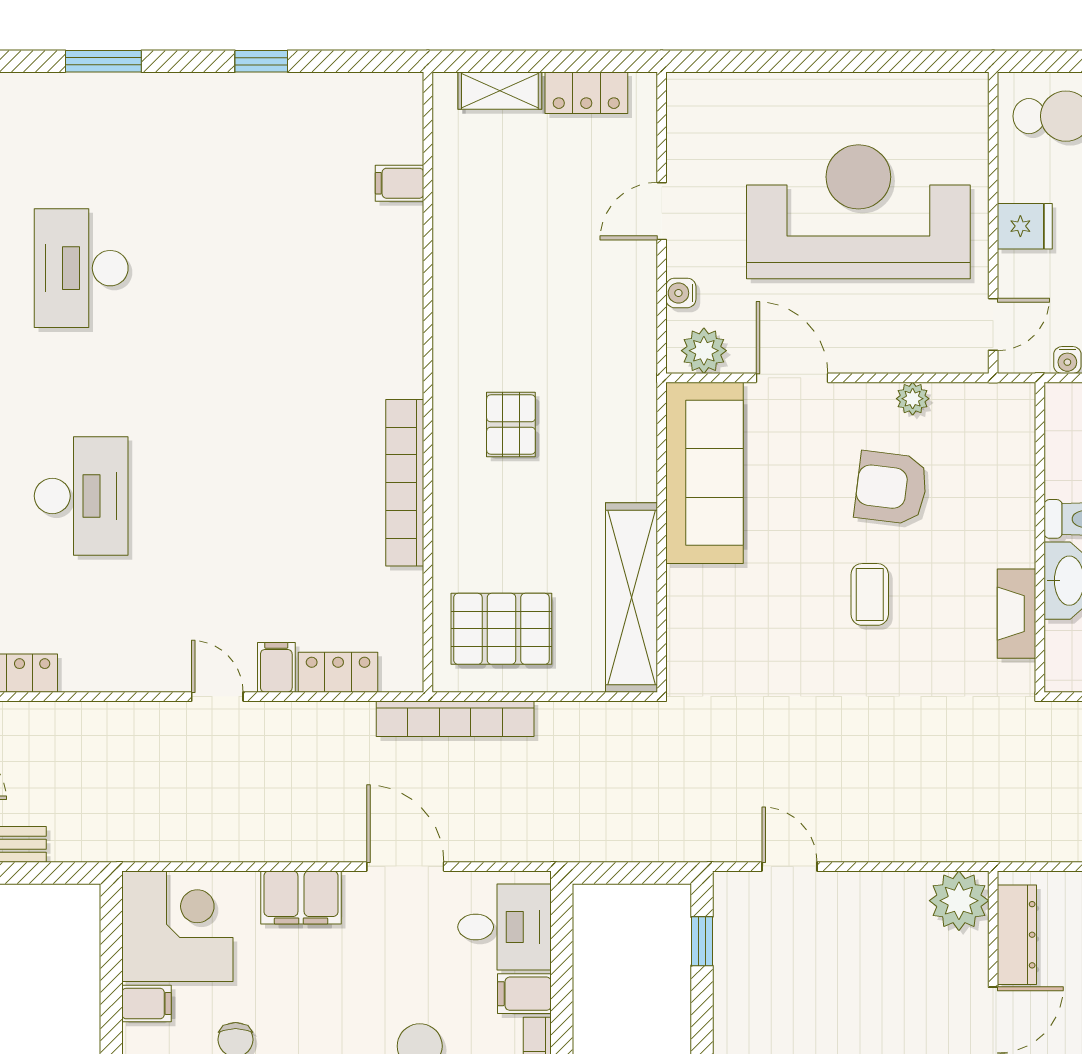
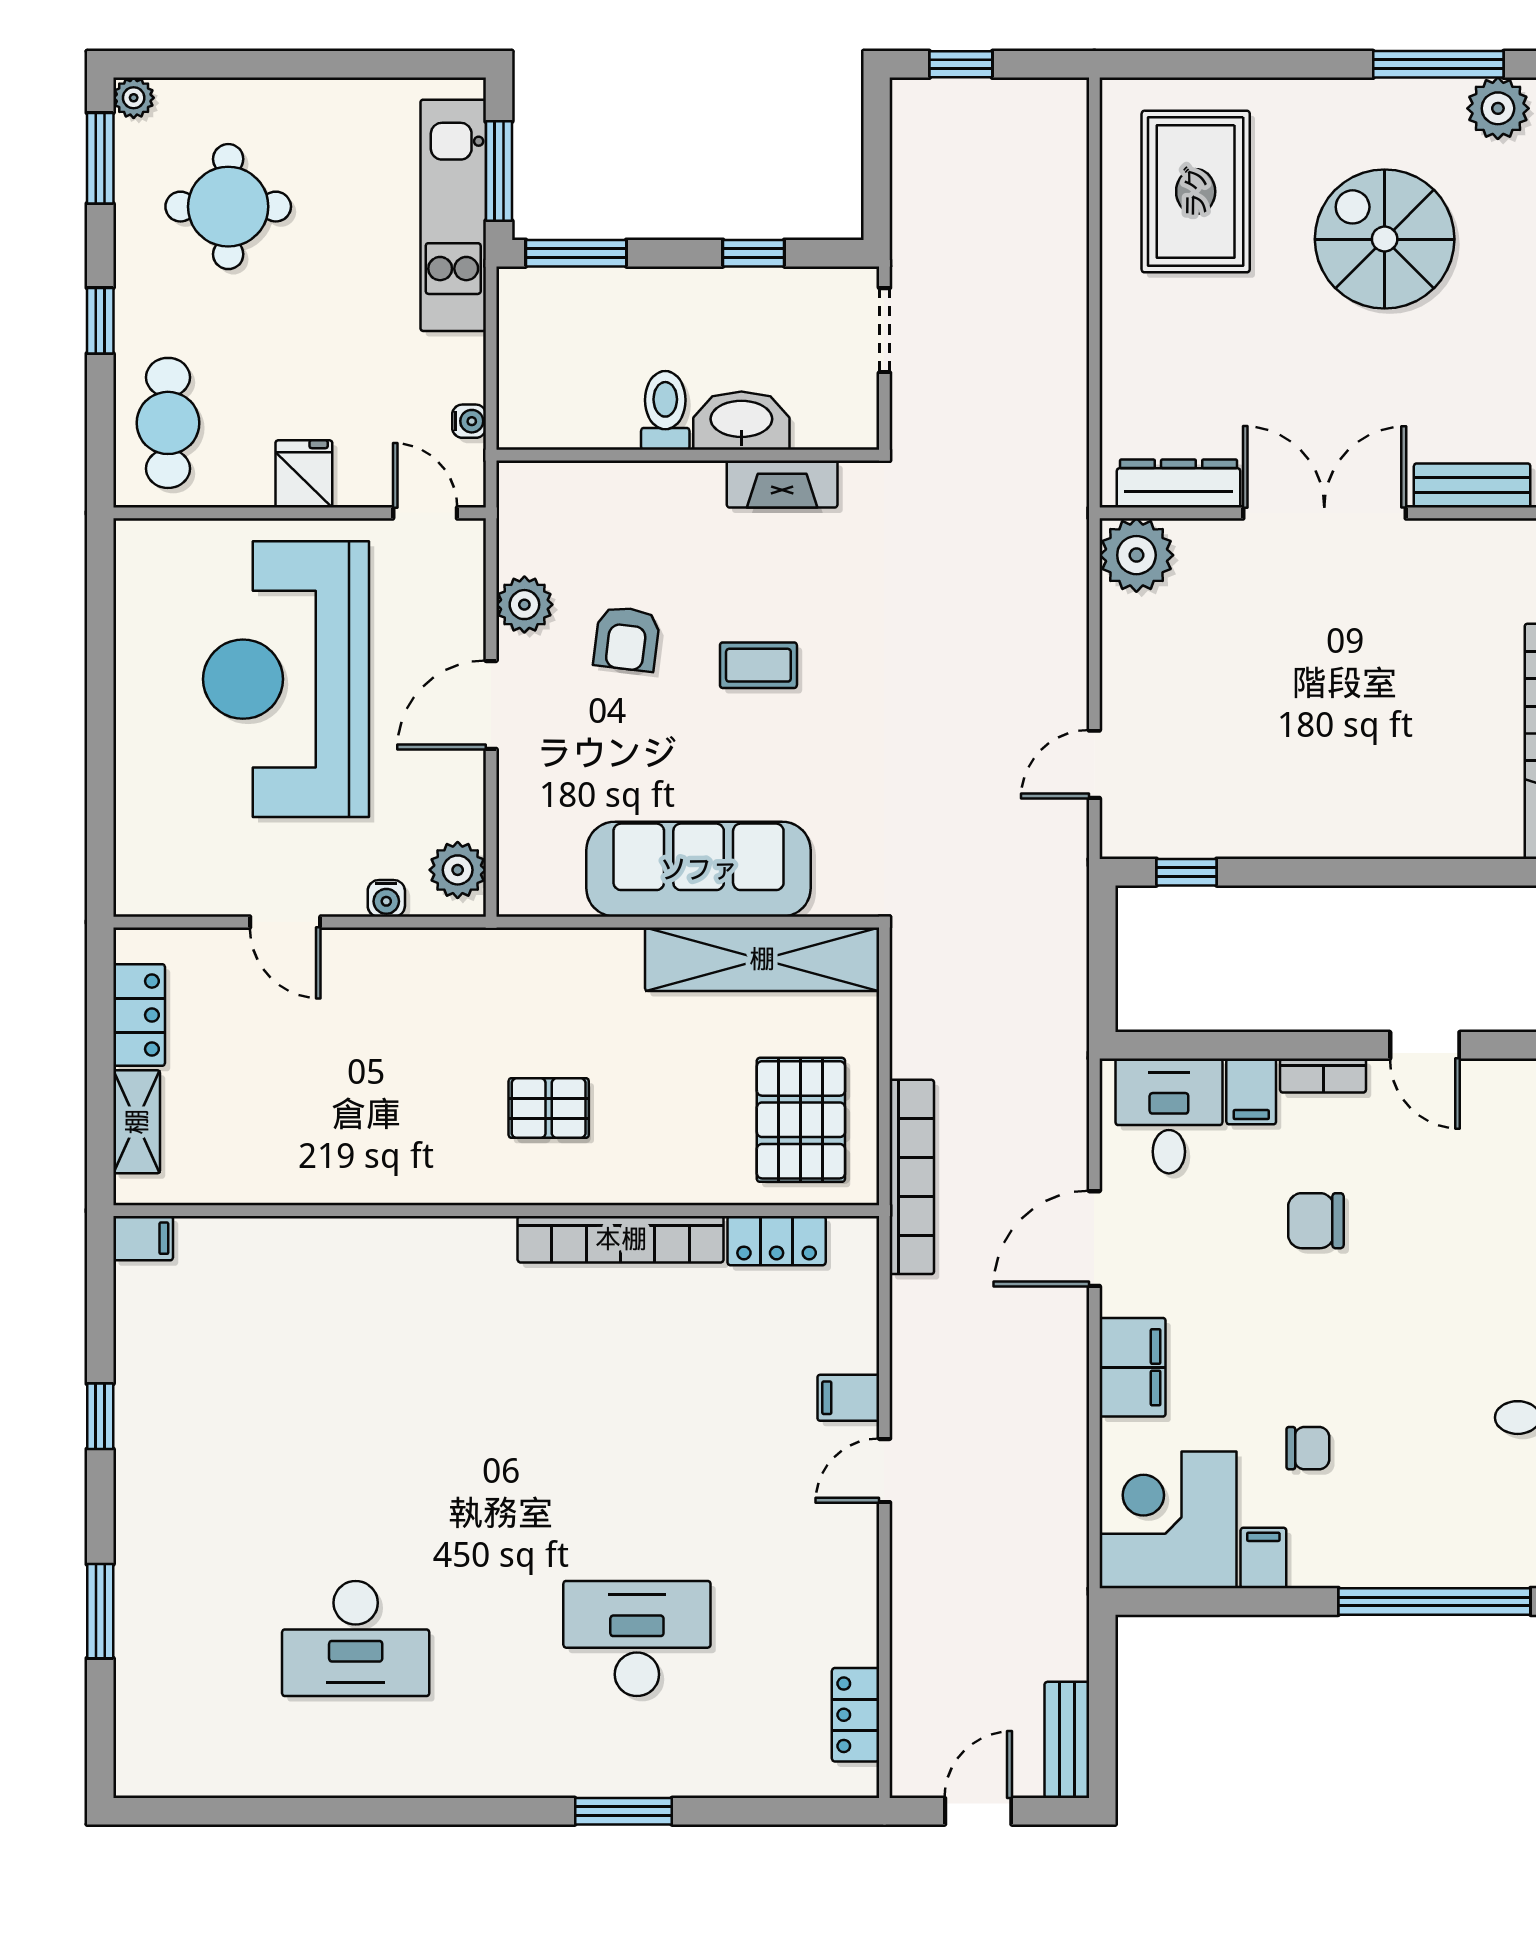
filing cabinet: (400, 183) -> (143, 1238), moved, turned -90
door: (792, 378) -> (491, 705), moved
plant: (913, 399) -> (524, 605), width x1.38, depth x1.38
sofa: (704, 473) -> (699, 869), moved
armchair: (891, 488) -> (627, 639), width x0.72, depth x0.72
locker: (338, 672) -> (777, 1241), moved, turned -90

